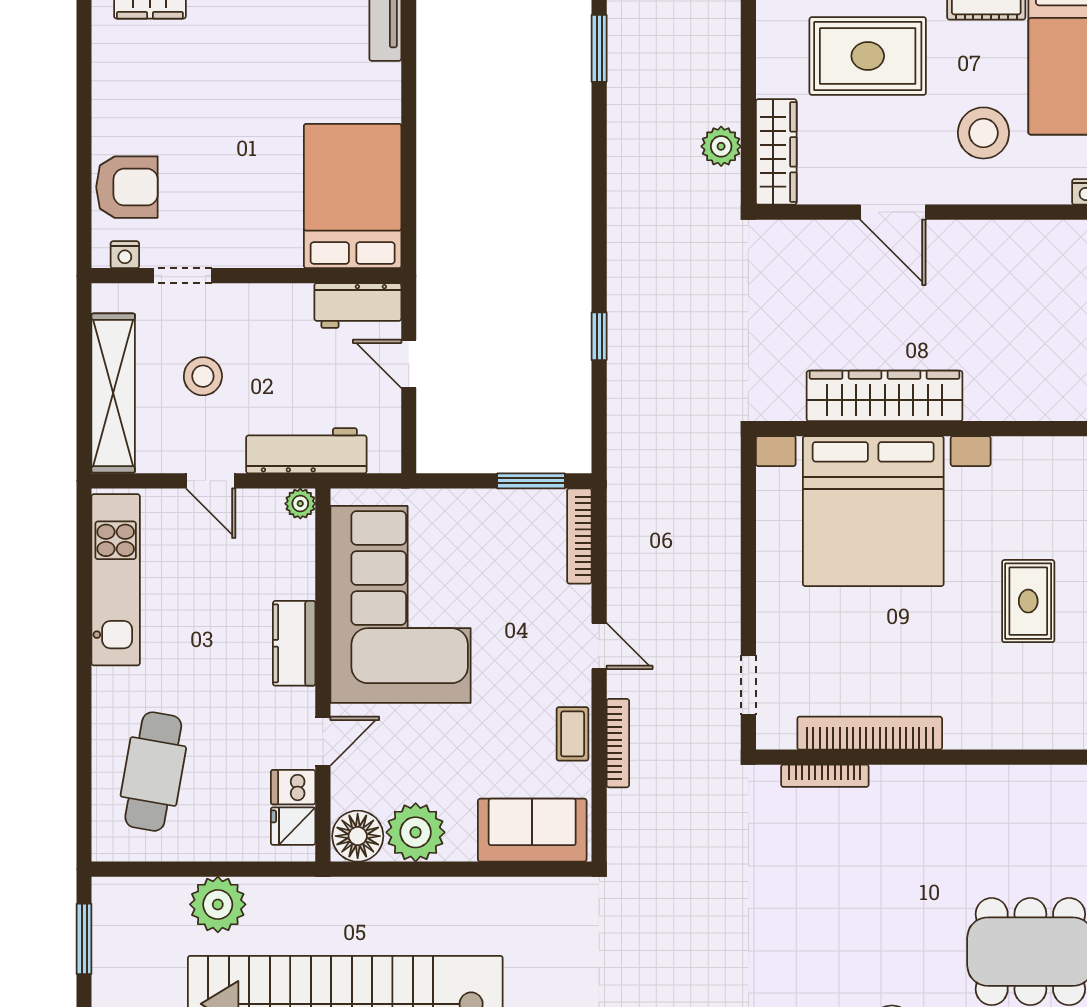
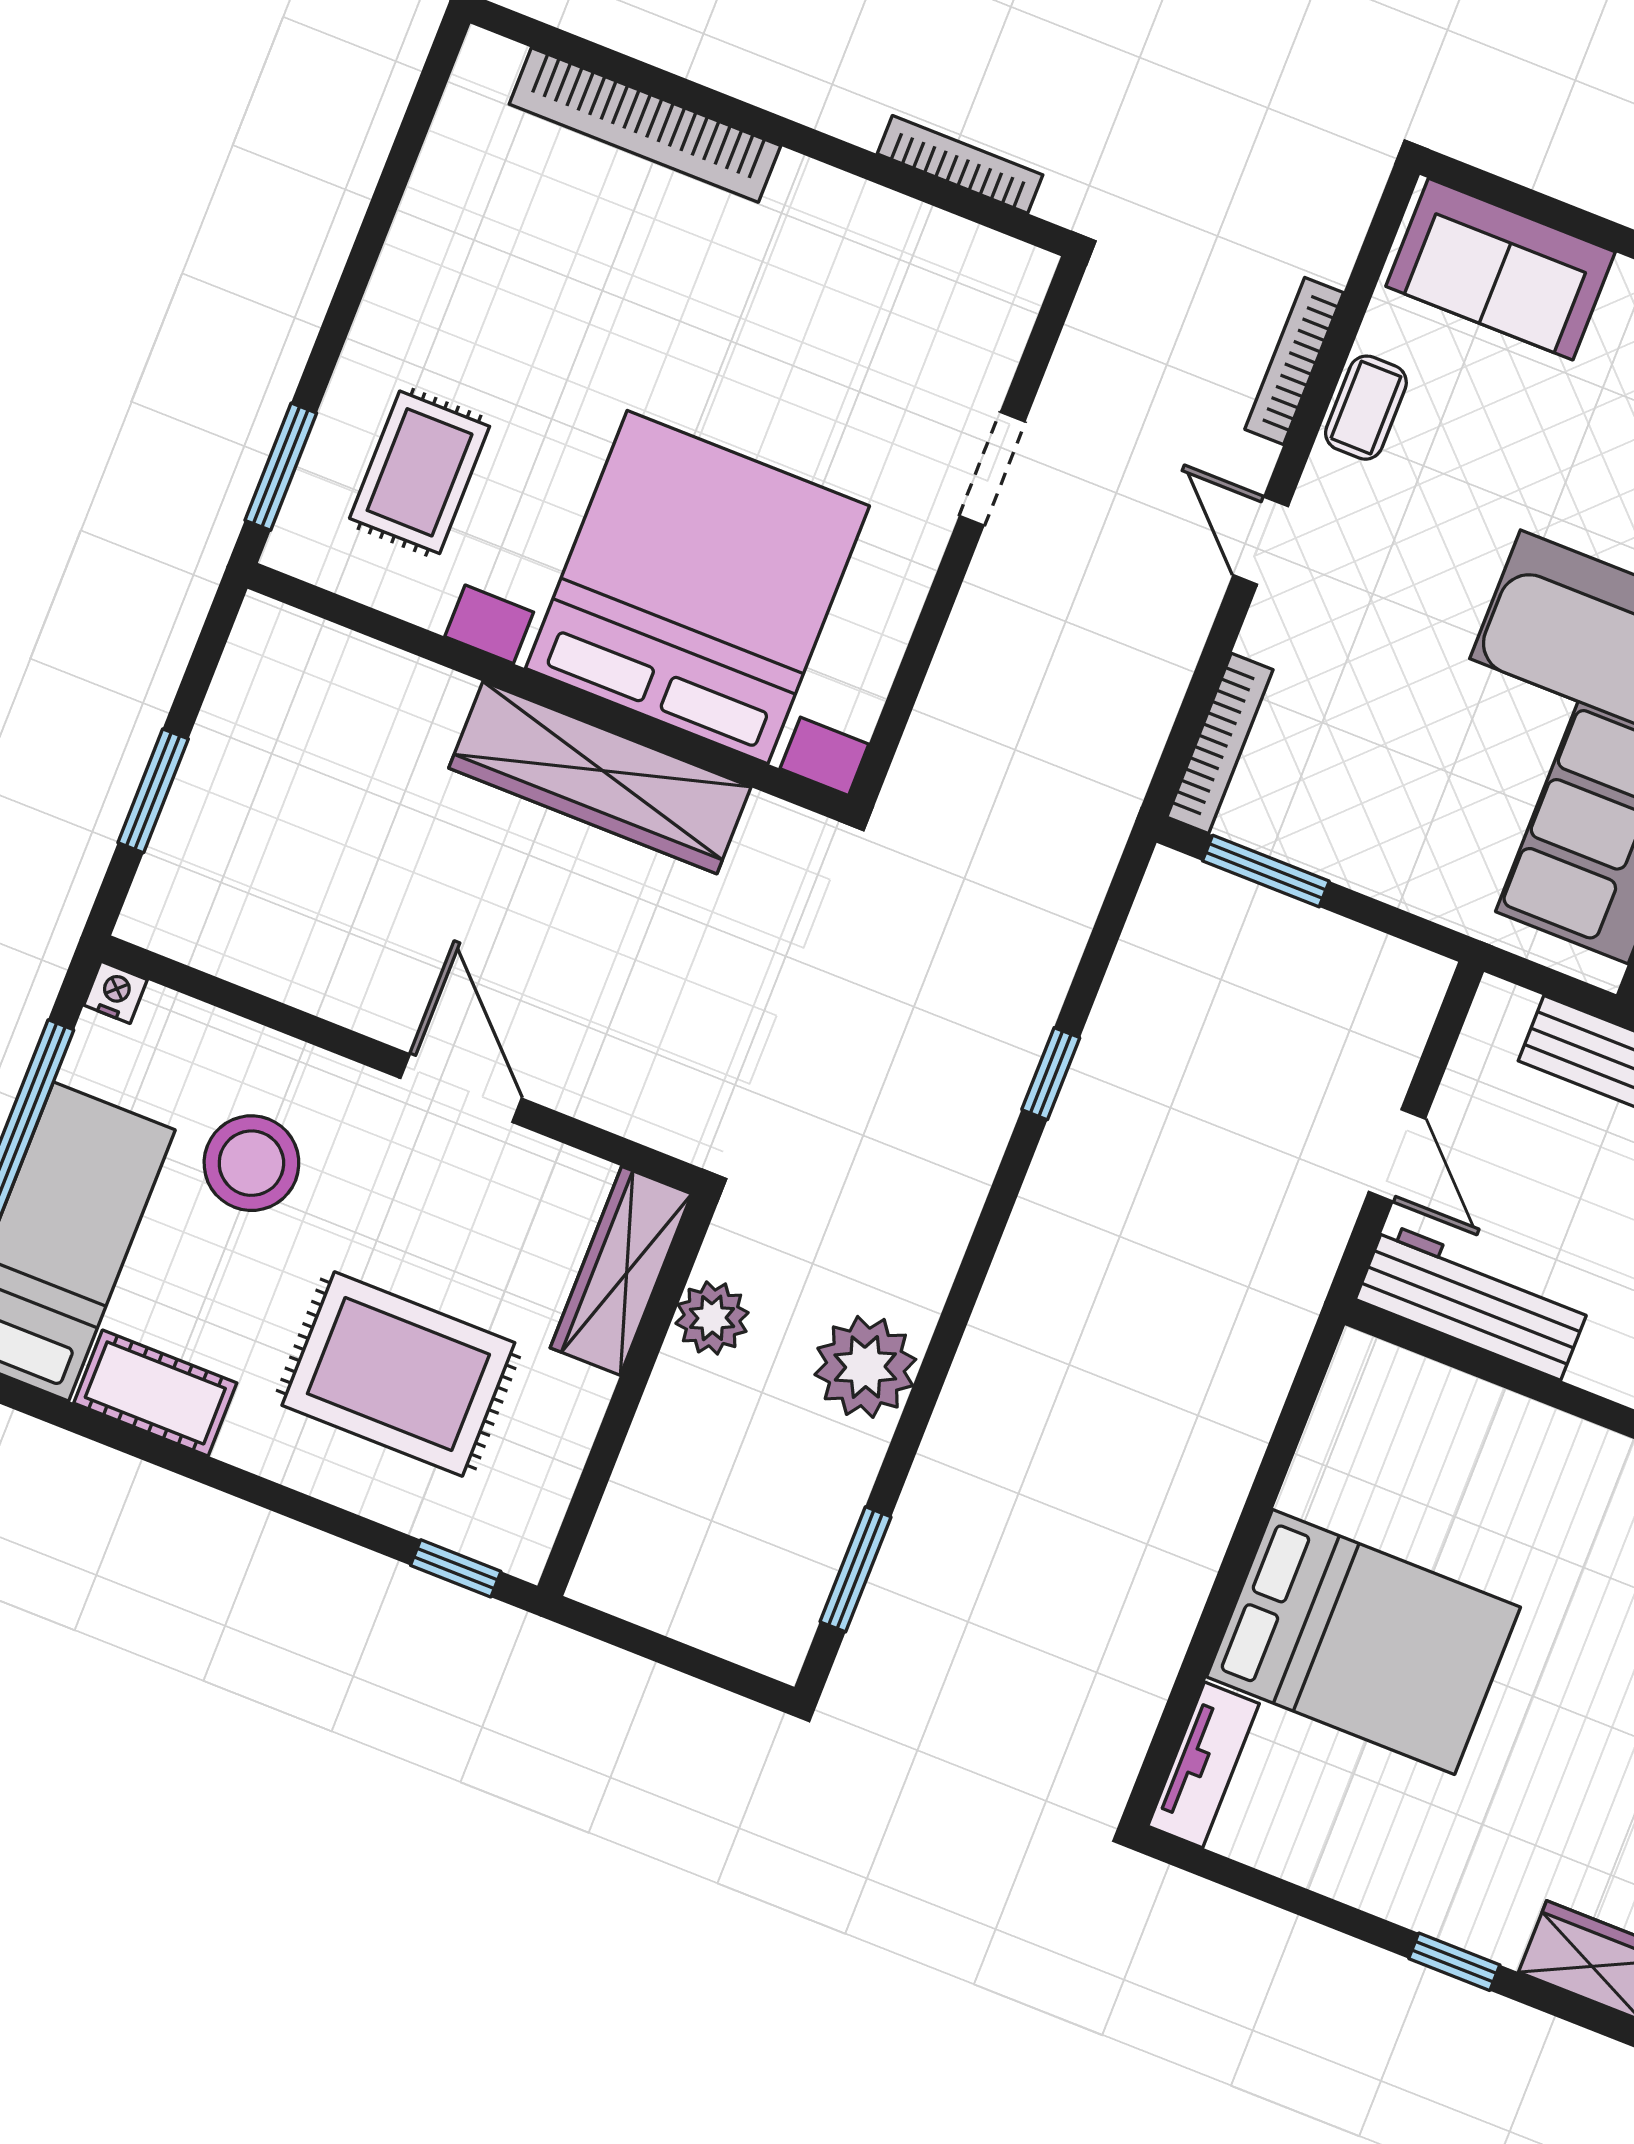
plant: (634, 152) -> (865, 1367), added
bed: (353, 196) -> (1363, 1642), moved, turned -90
workbench: (358, 306) -> (1473, 1301), width x1.37
rug: (1028, 601) -> (420, 472), moved
doorway: (748, 685) -> (992, 469), moved
bookcase: (870, 733) -> (645, 125), moved

